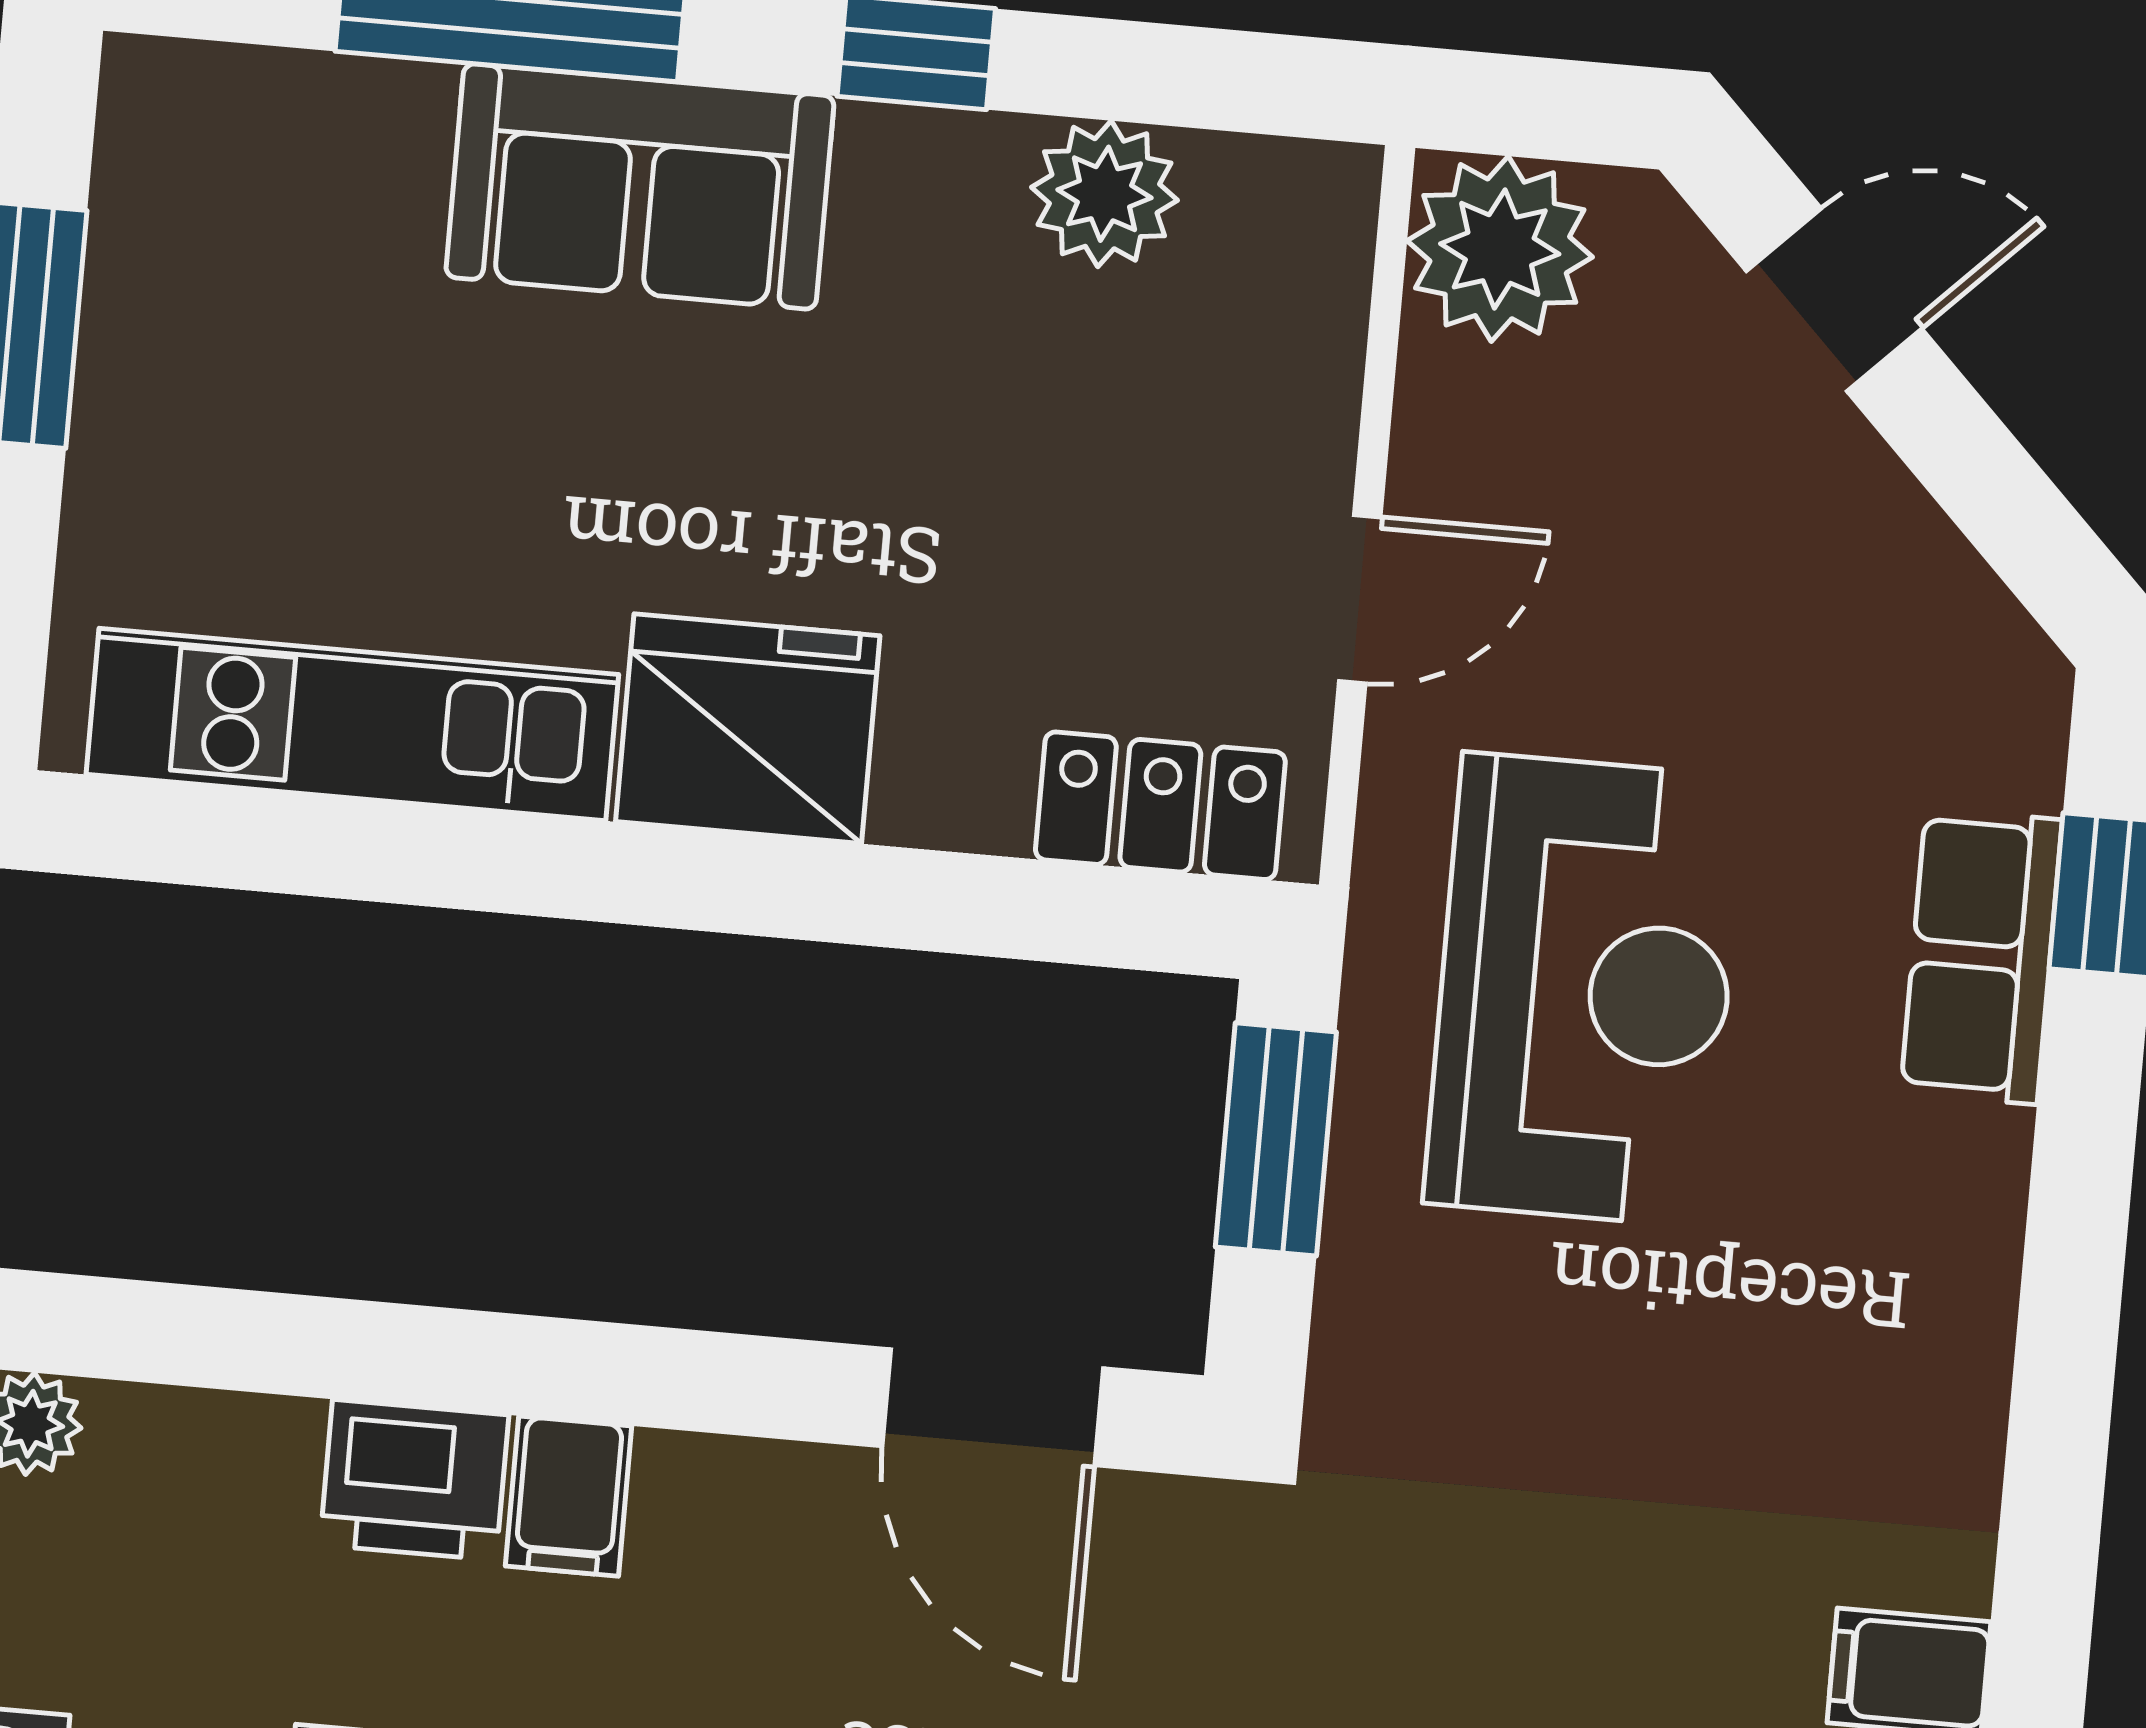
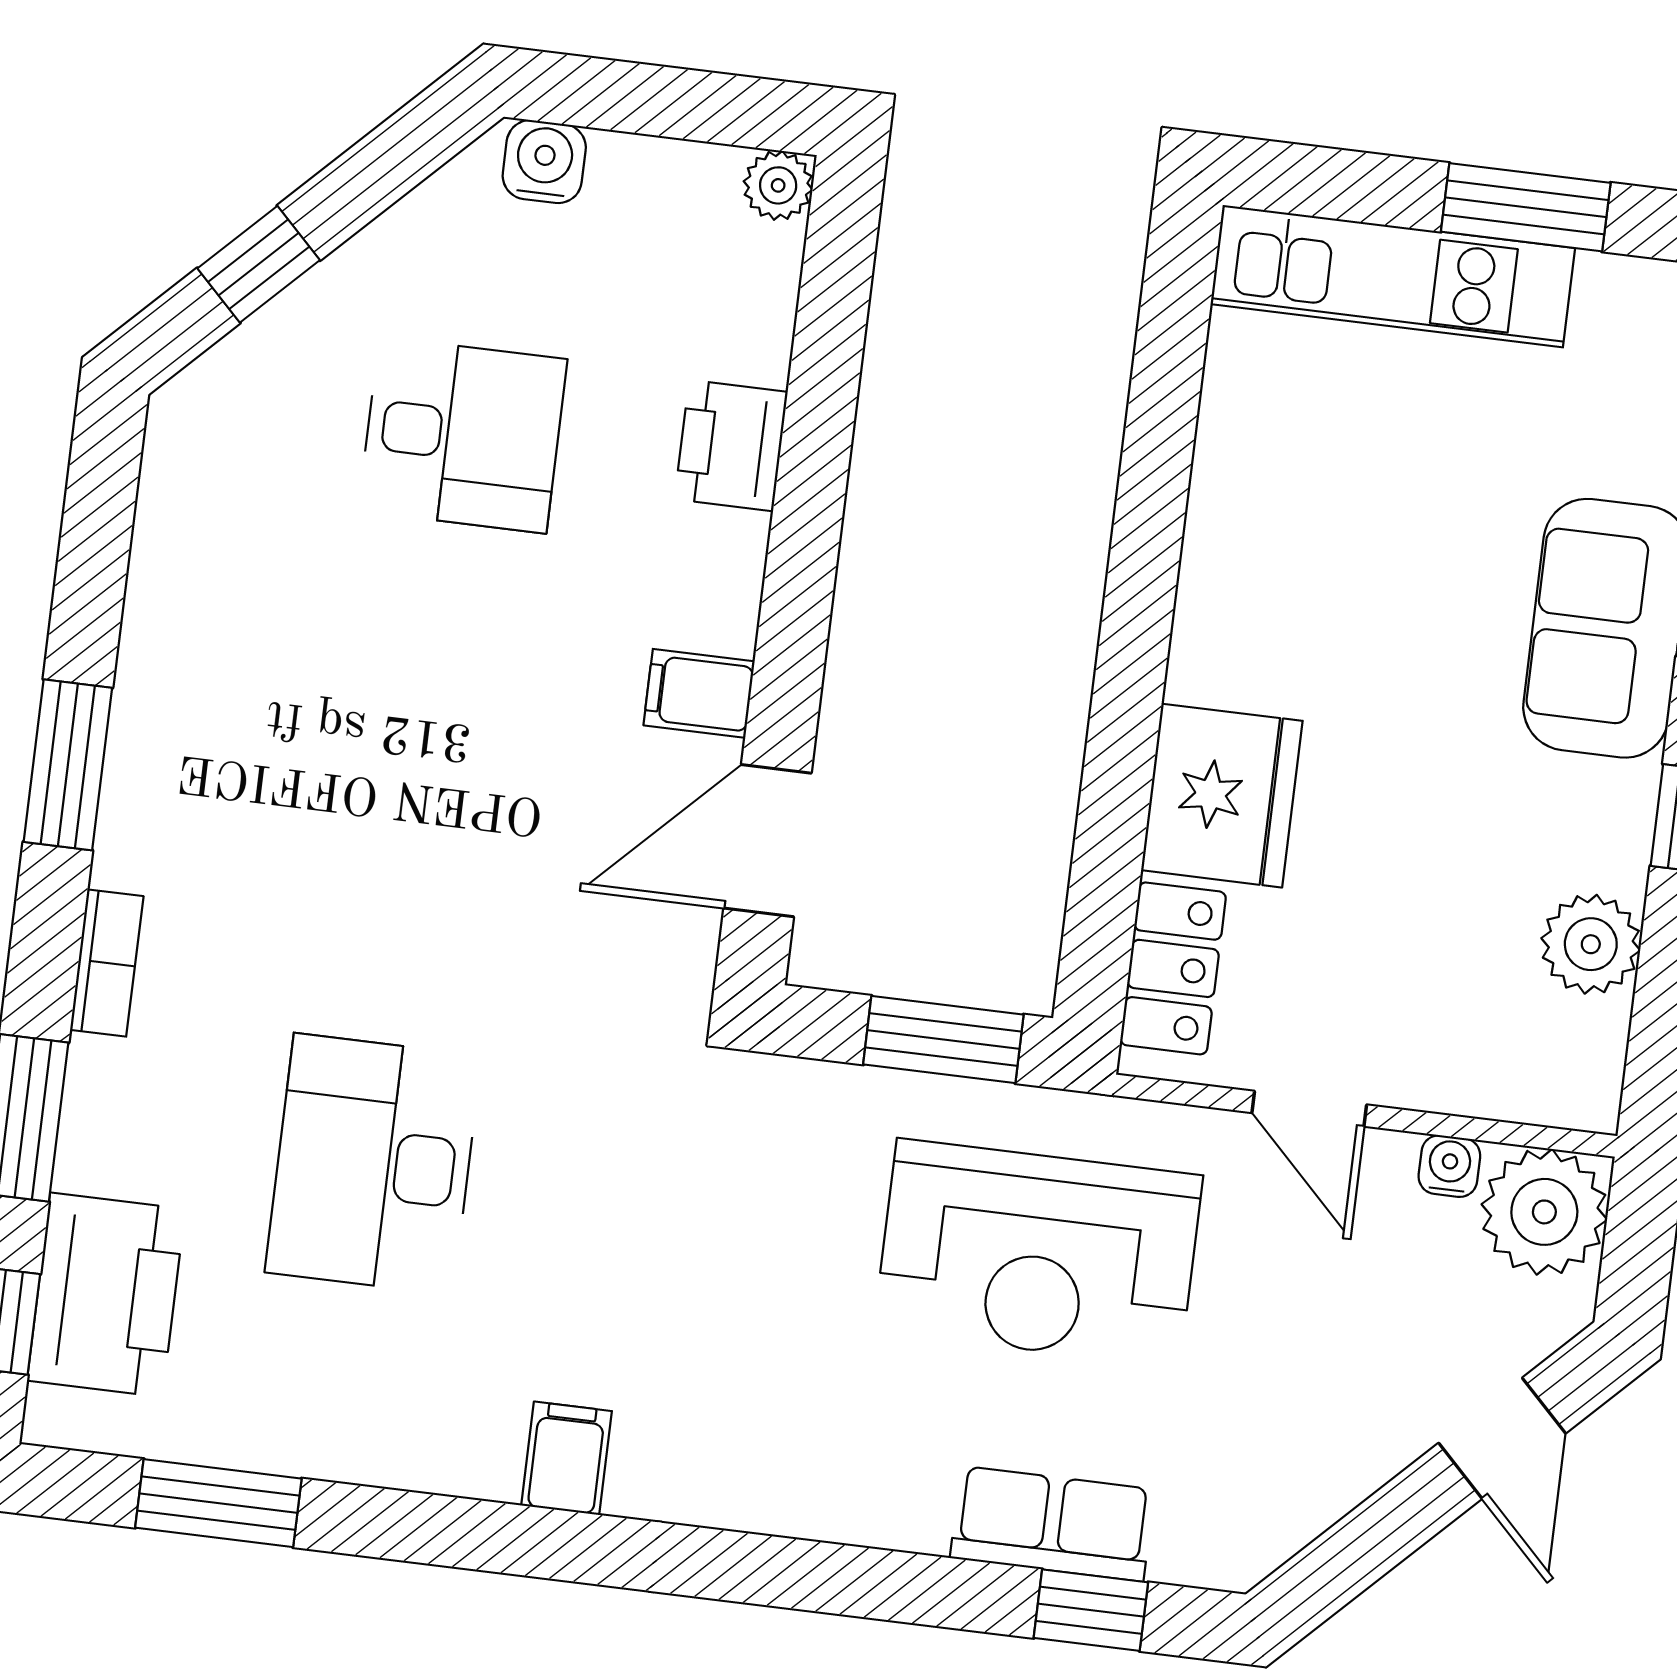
water cooler: (1437, 390) -> (1449, 1166), added
kitchen unit: (352, 724) -> (1393, 276), moved, turned 90
fridge: (748, 729) -> (1222, 796), moved
filing cabinet: (569, 1496) -> (699, 693), moved

